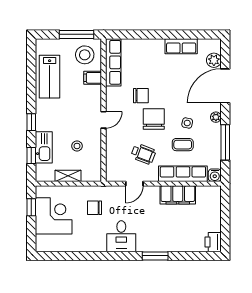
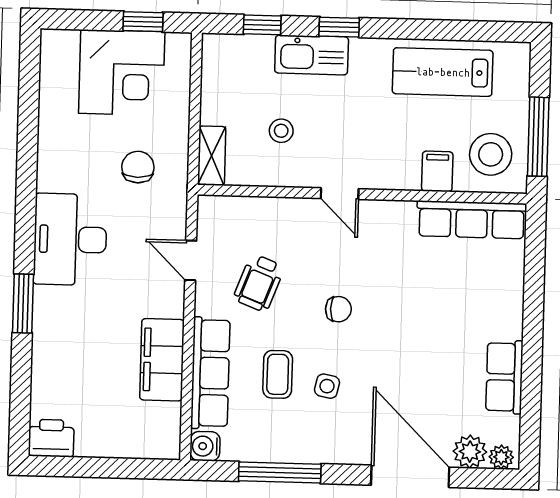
chair: (141, 96) -> (393, 281), removed
plant: (216, 117) -> (501, 457), moved
chair: (154, 119) -> (338, 309), width x0.54, depth x0.54
kitchen sink: (44, 147) -> (312, 55), moved
shelving: (68, 176) -> (212, 156), moved
desk: (121, 236) -> (70, 239), width x1.37

